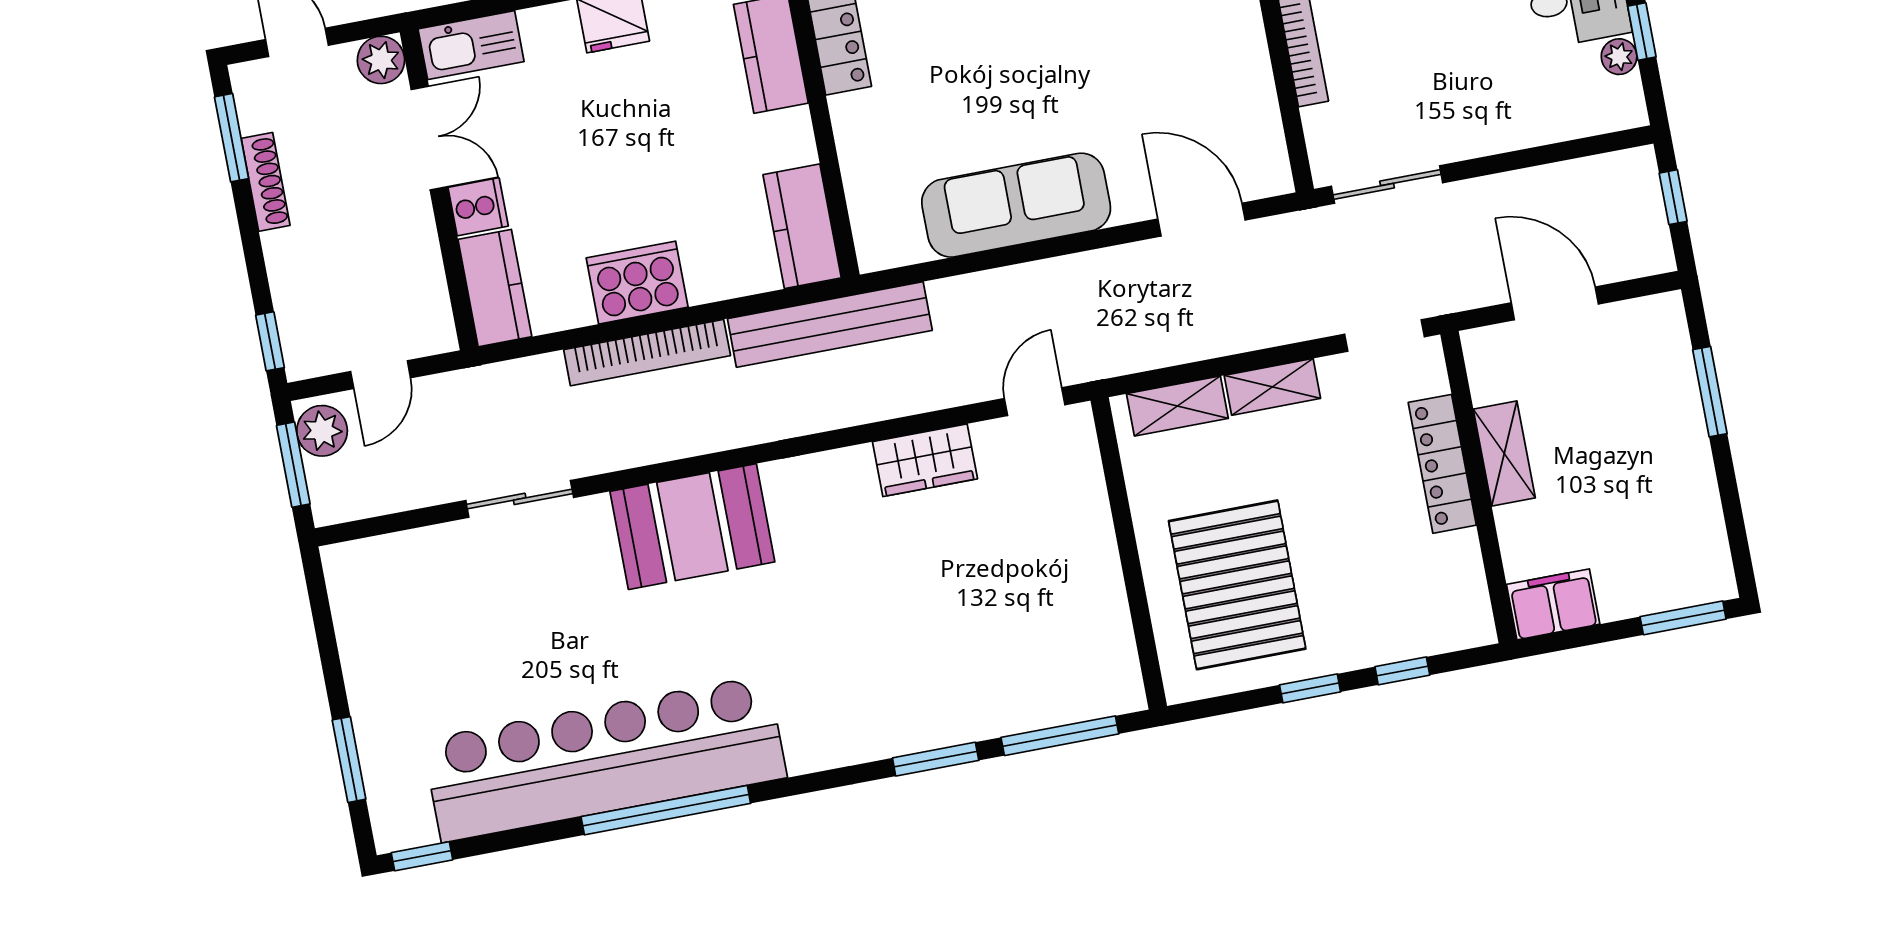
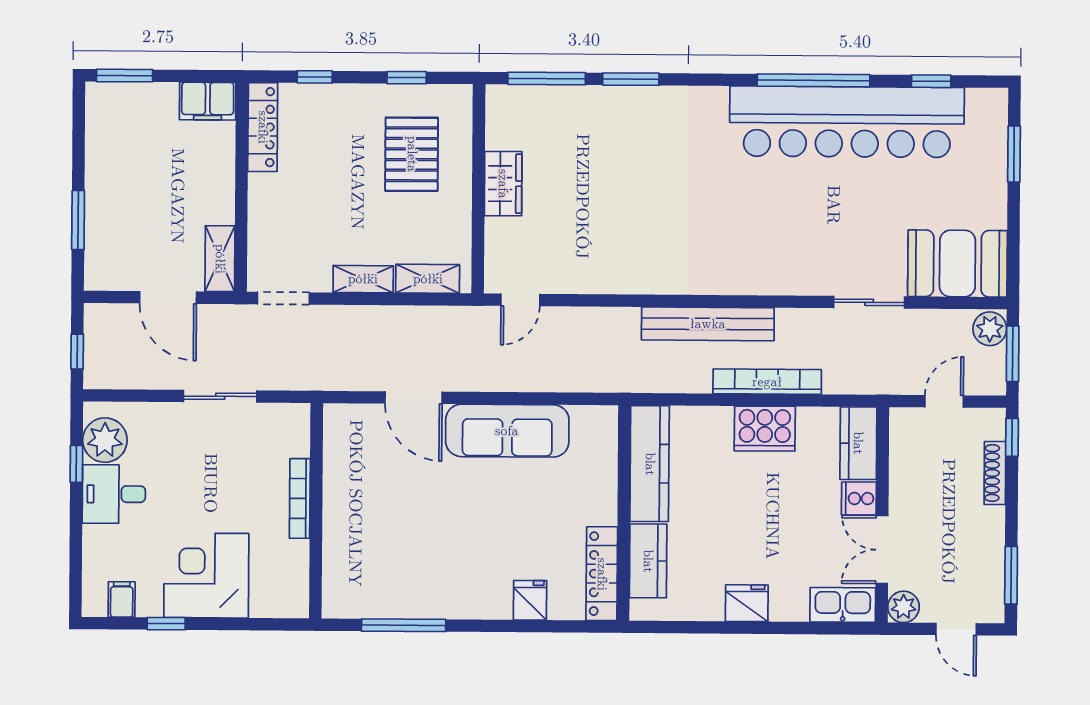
plant: (1619, 57) -> (105, 440), width x1.87, depth x1.87
shoe rack: (266, 182) -> (995, 473), moved
sliding door: (1387, 185) -> (220, 396), moved
door: (1202, 220) -> (414, 398), moved
kitchen counter: (802, 226) -> (650, 464), width x1.50
bench: (830, 324) -> (708, 324), moved
plant: (322, 431) -> (990, 329), moved
shelving: (1504, 453) -> (220, 259), moved
wardrobe: (925, 460) -> (503, 184), moved, turned 90
locker: (1442, 464) -> (263, 127), moved
booth: (692, 527) -> (957, 264), moved
pallet: (1237, 585) -> (412, 154), width x0.73, depth x0.71
window: (1310, 688) -> (407, 78), moved
window: (422, 856) -> (931, 81), moved

